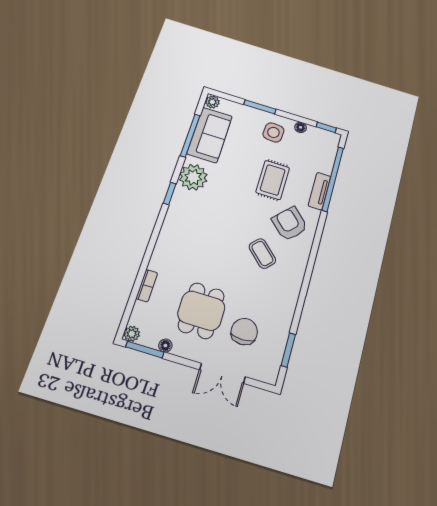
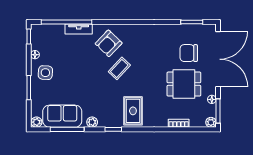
plant: (193, 177) -> (92, 122), width x0.53, depth x0.53
rug: (273, 180) -> (133, 111), moved, turned 90
coffee table: (262, 254) -> (119, 68), moved
double door: (222, 373) -> (218, 59), width x1.87

